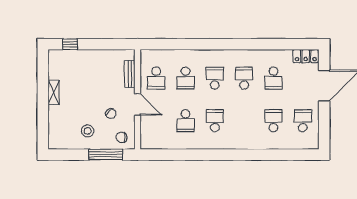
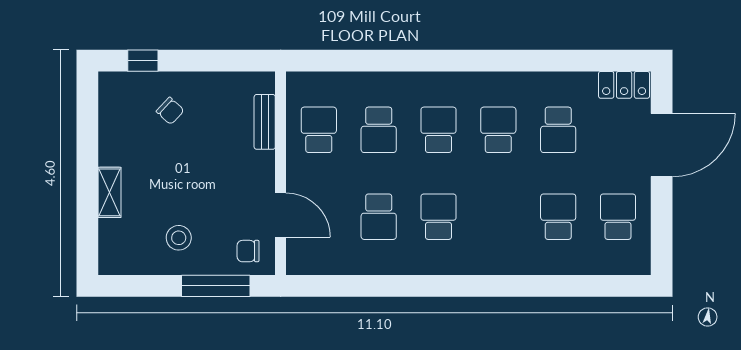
school desk: (156, 78) -> (319, 130), turned 180
shelving: (54, 92) -> (110, 192), moved
door: (137, 104) -> (281, 215), moved
chair: (111, 114) -> (170, 111), moved

